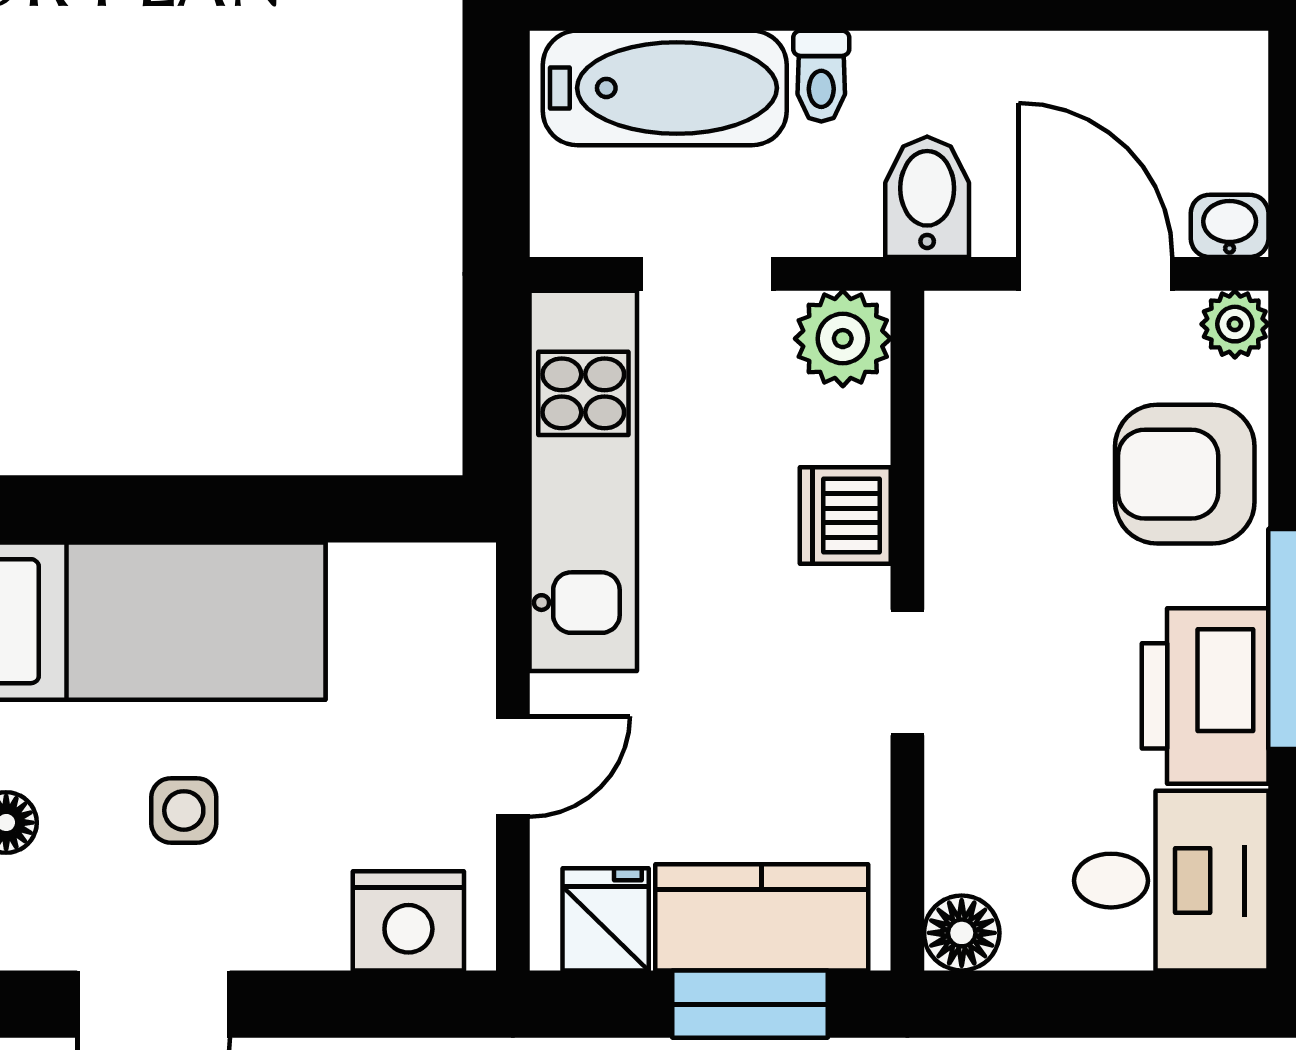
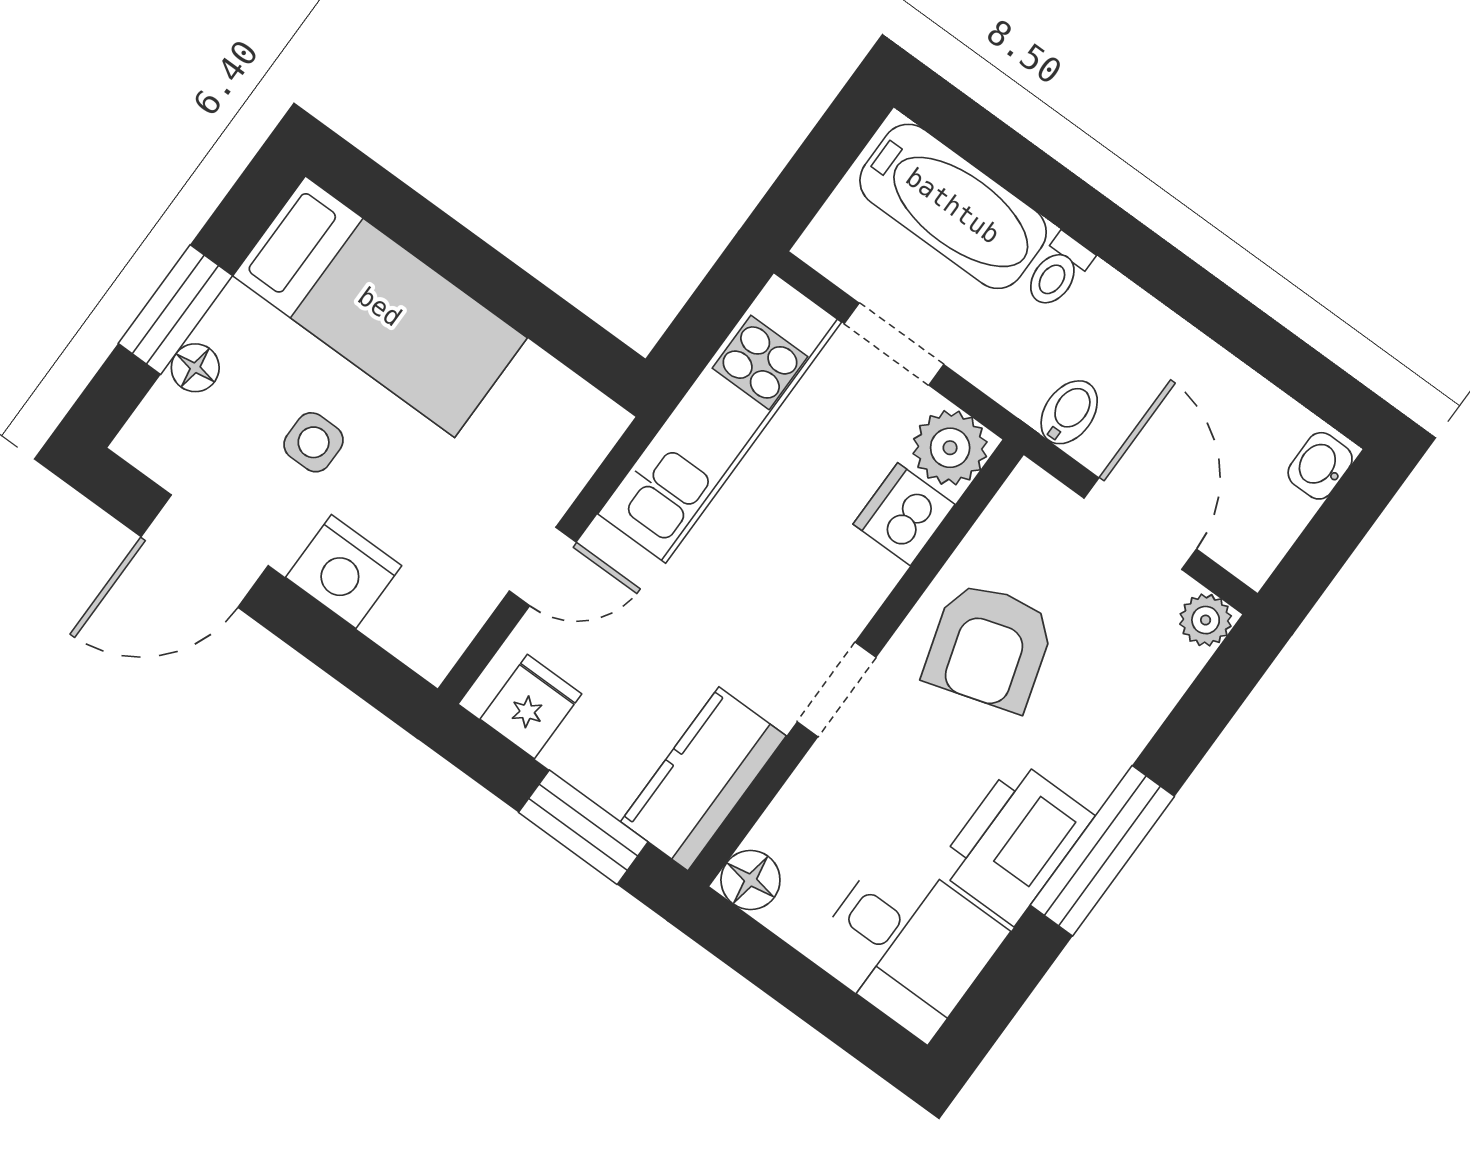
bidet: (927, 197) -> (1069, 412), width x0.72, depth x0.74
washbasin: (1230, 226) -> (1320, 466), moved, turned -90
armchair: (1185, 474) -> (989, 646), moved, turned -107
dishwasher: (845, 516) -> (904, 514), moved
kitchen counter: (762, 917) -> (703, 779), moved, turned -90
nightstand: (408, 921) -> (344, 572), moved

